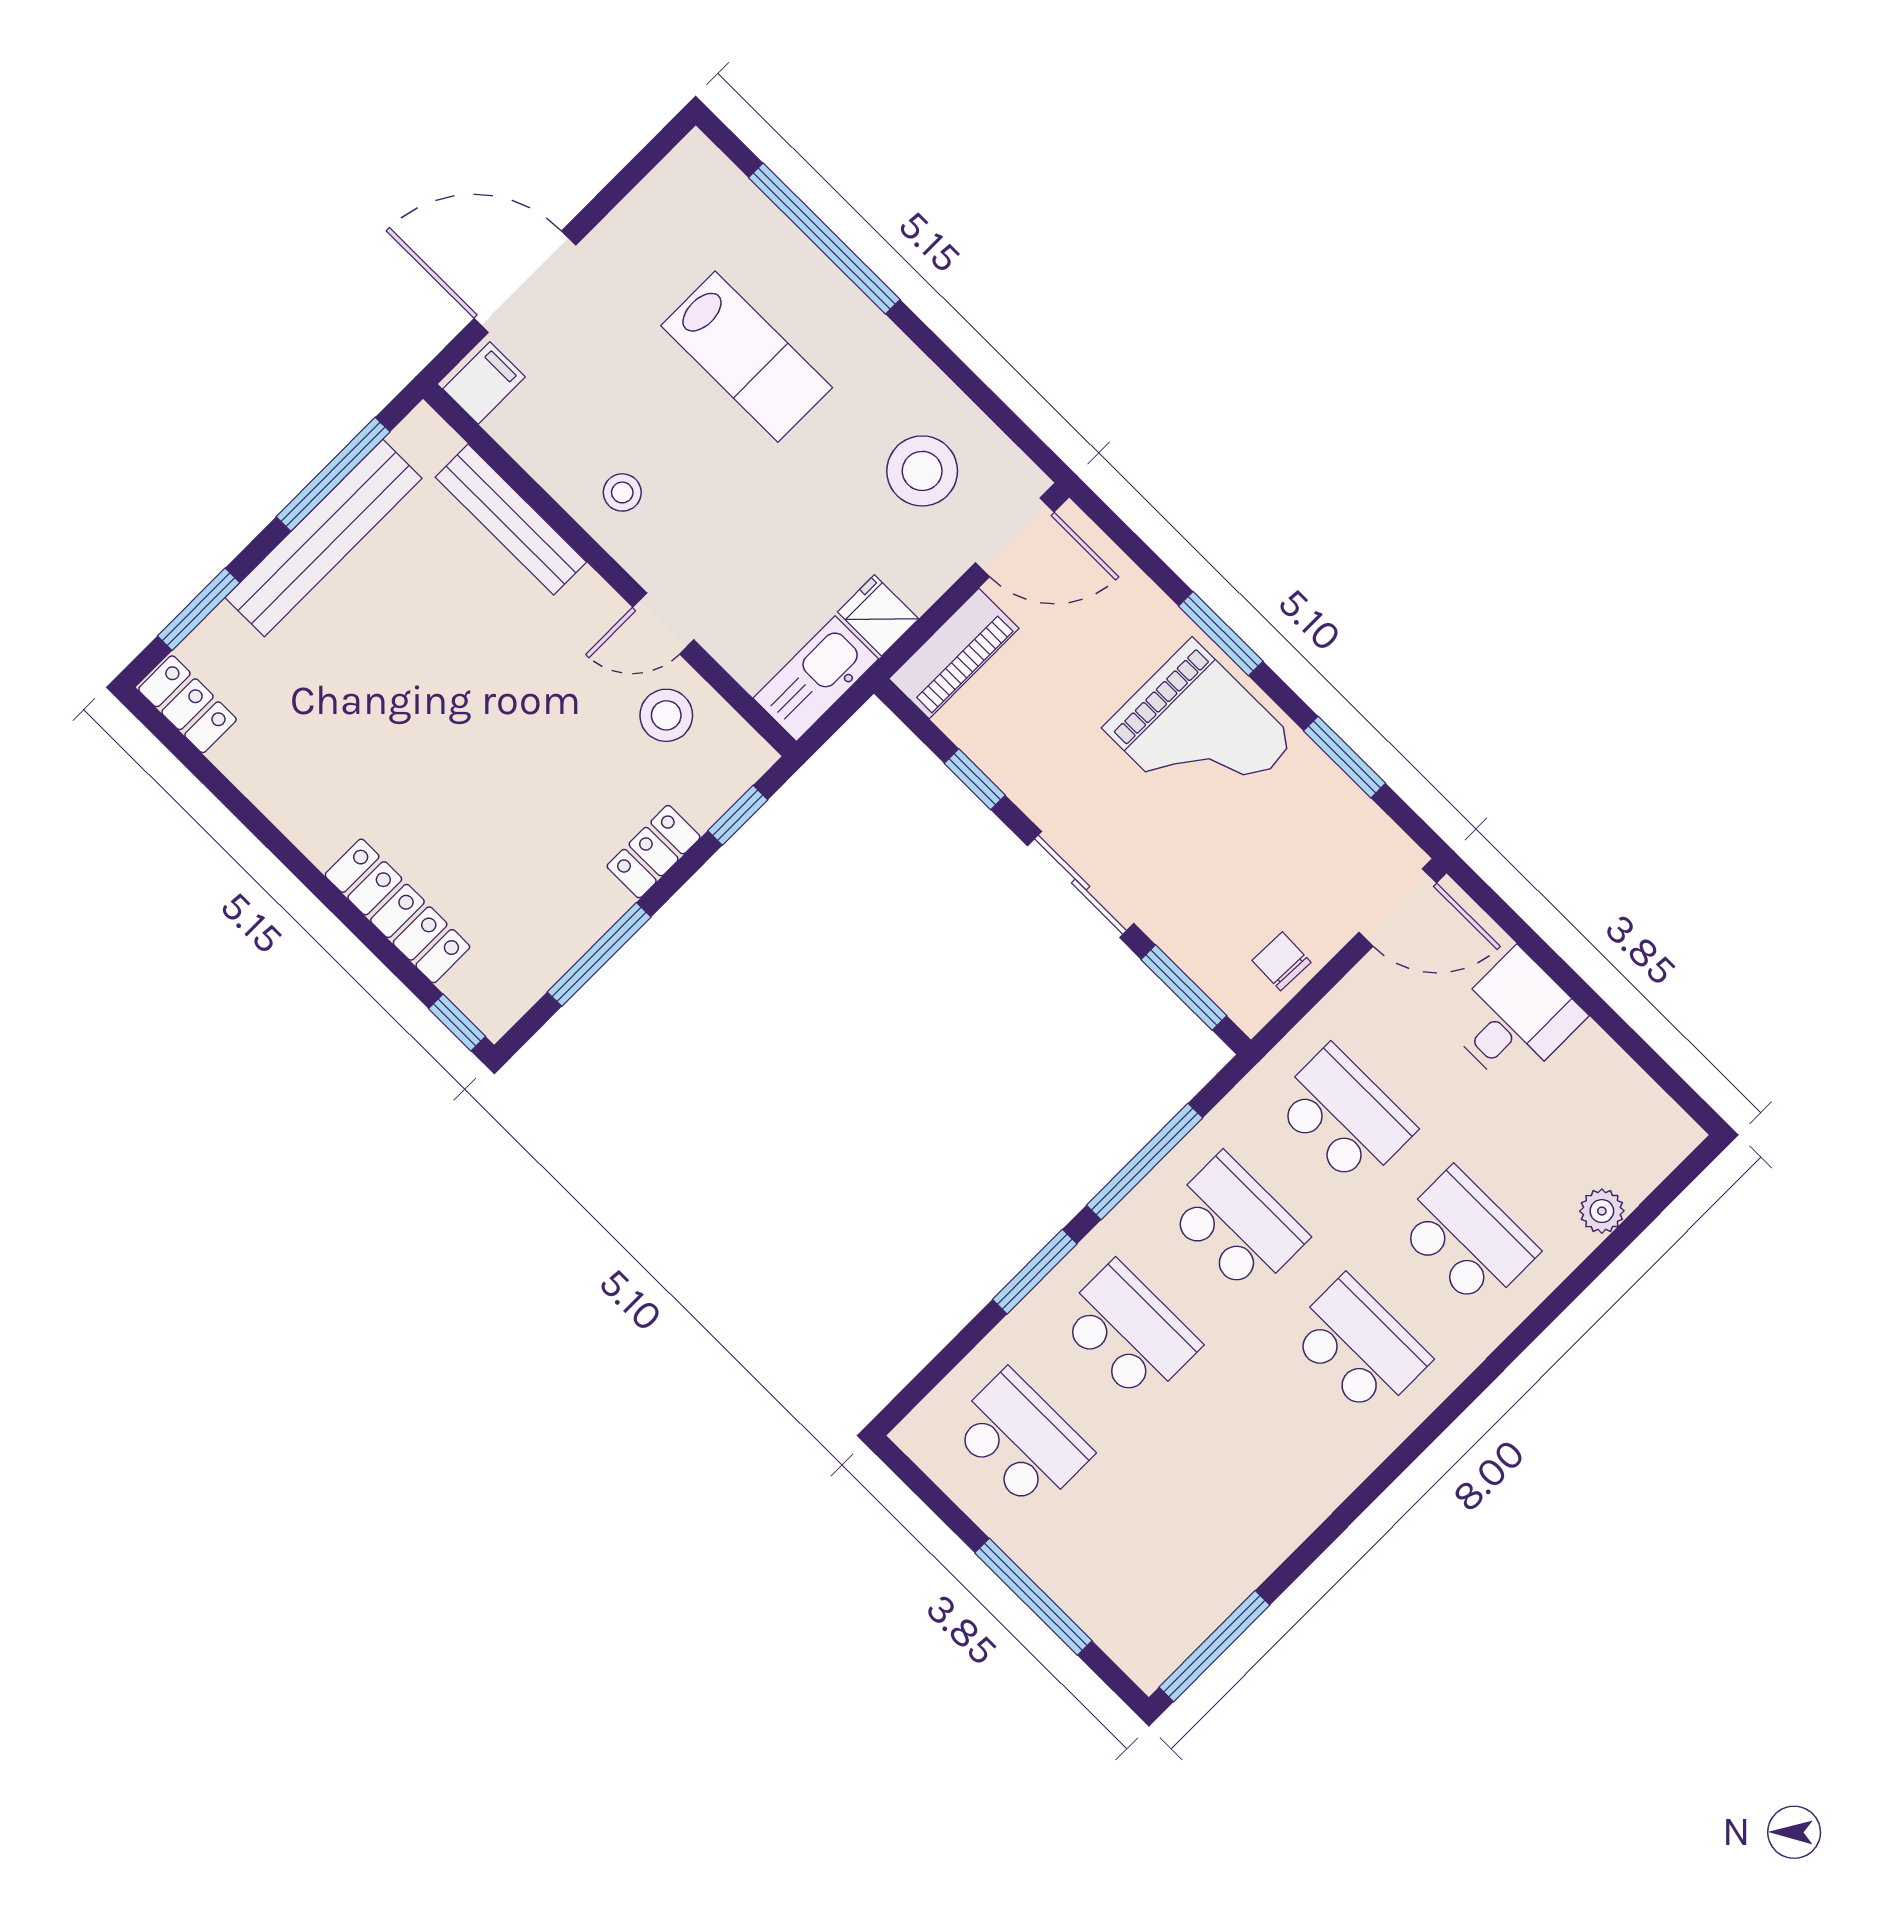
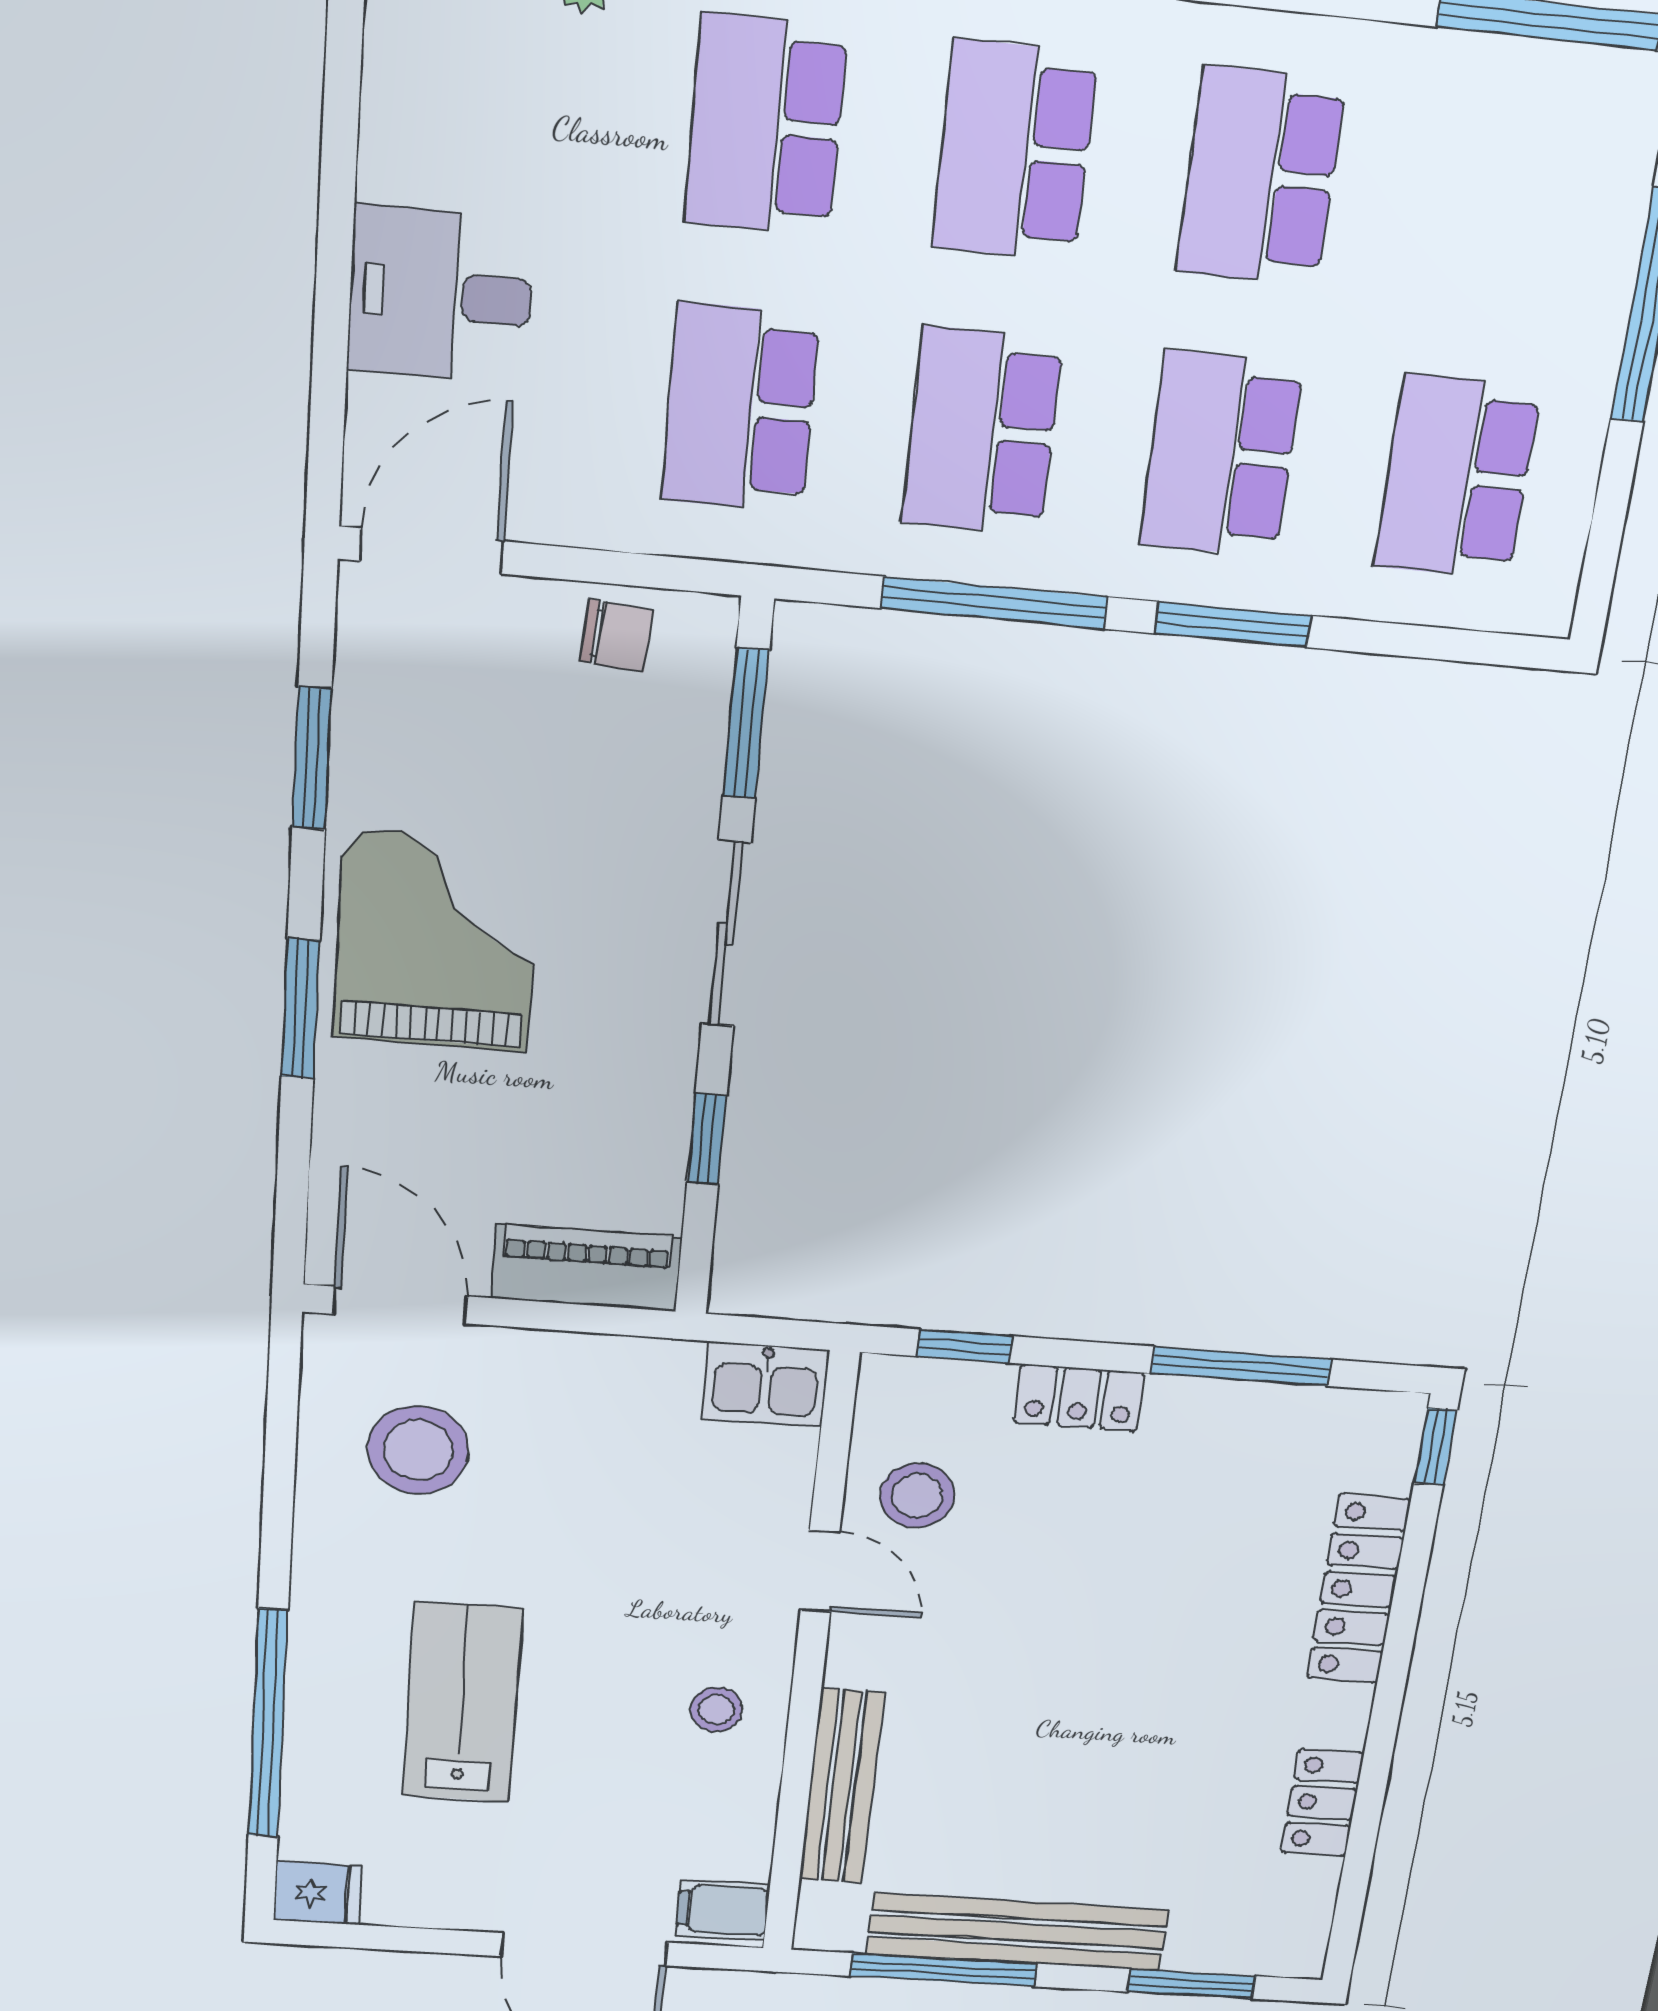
fridge: (878, 615) -> (317, 1893), moved, turned -90
kitchen sink: (816, 679) -> (765, 1384), width x0.73
locker: (187, 704) -> (1322, 1803), moved
door: (1398, 907) -> (432, 551), hinge flipped
chair: (1281, 961) -> (617, 636), turned -87
school desk: (1251, 1454) -> (1261, 176), added

